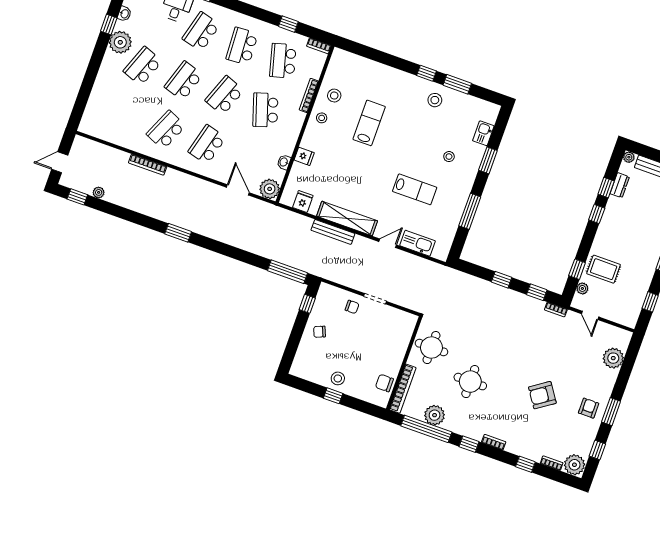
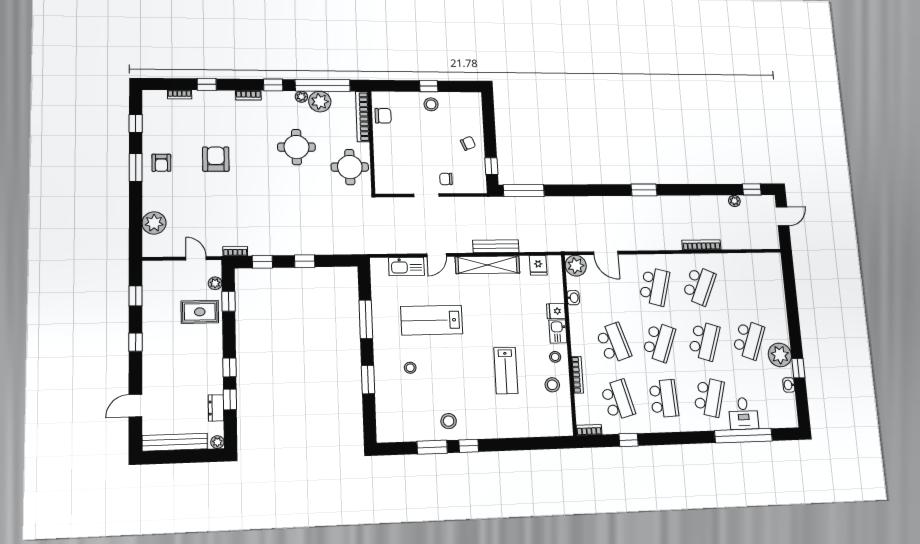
kitchen sink: (483, 133) -> (558, 331), moved, turned 180
lab bench: (415, 189) -> (432, 320), width x1.36, depth x1.39
armchair: (542, 395) -> (216, 159), turned -56
plant: (574, 465) -> (301, 97), moved, width x0.53, depth x0.53

